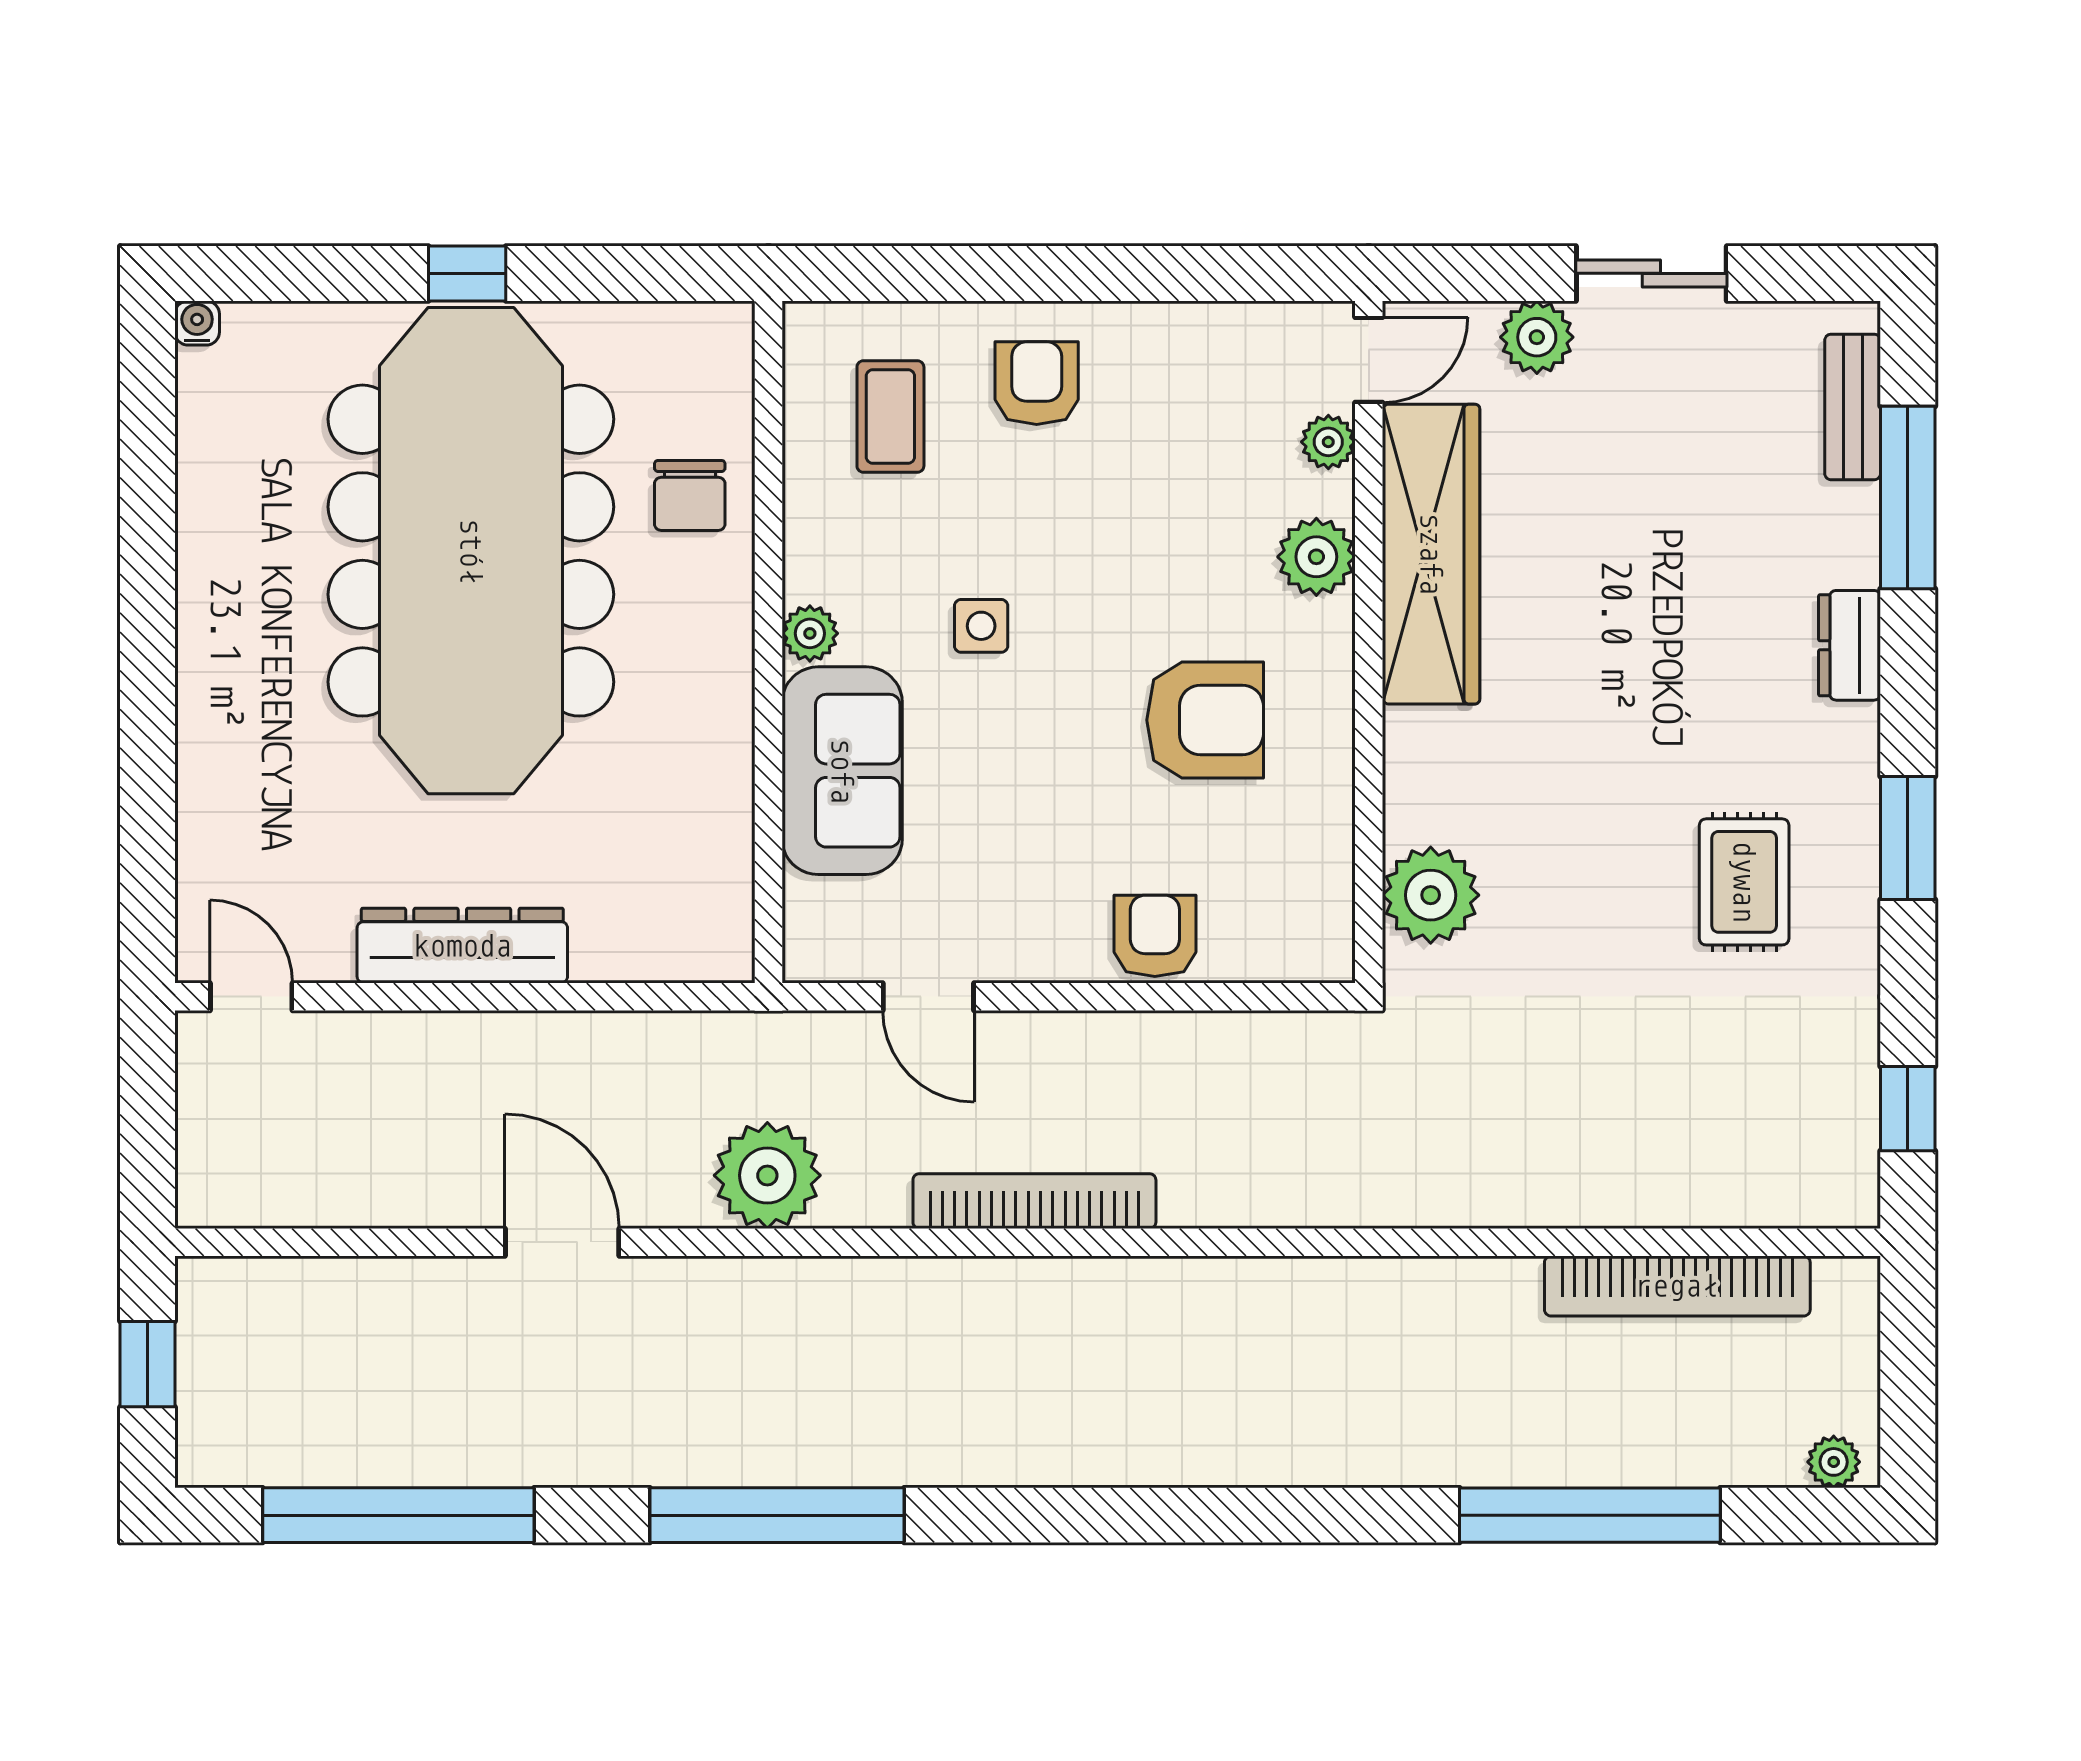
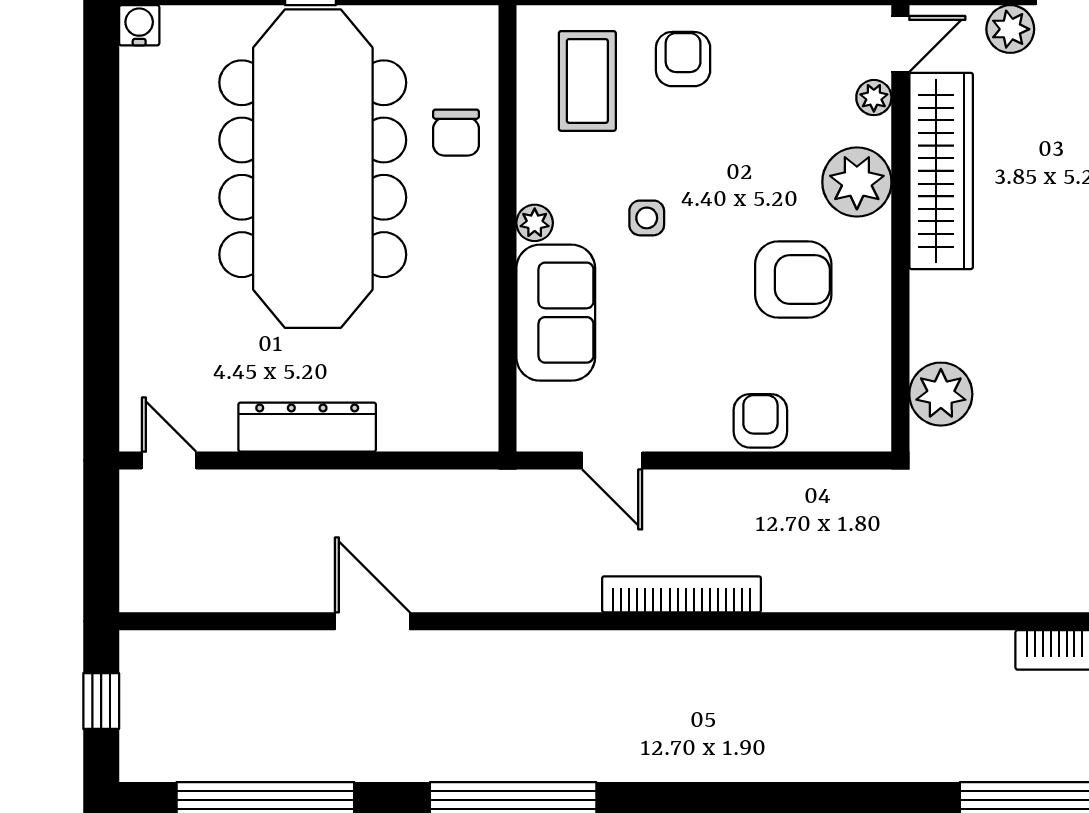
water cooler: (197, 323) -> (139, 25), width x1.38, depth x1.38
coffee table: (890, 417) -> (587, 81), width x1.36, depth x1.30
plant: (1316, 557) -> (857, 182), width x1.36, depth x1.36
plant: (767, 1175) -> (507, 578), removed

